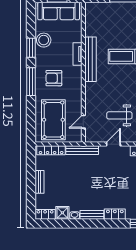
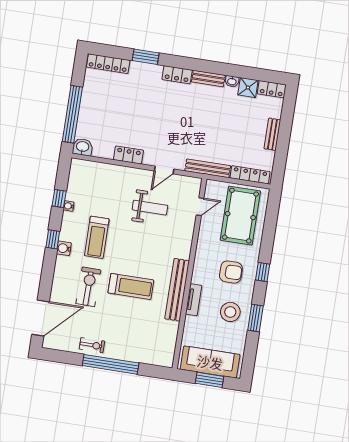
stool: (44, 40) -> (230, 312), moved
window: (31, 82) -> (263, 272), width x0.46

